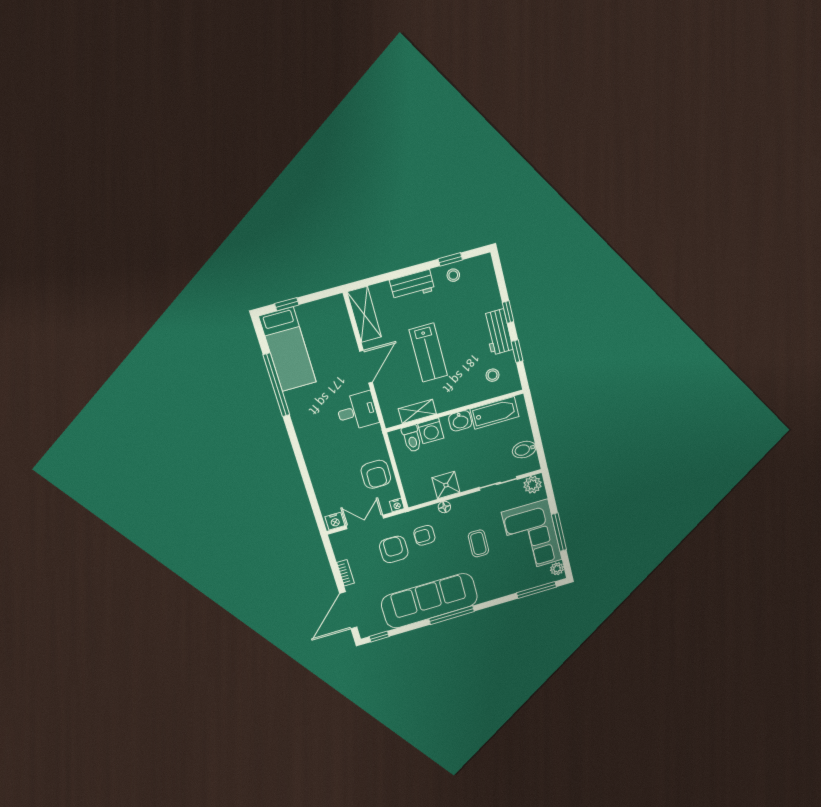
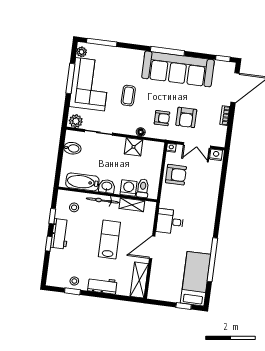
bicycle: (459, 400) -> (102, 200), added
armchair: (376, 474) -> (176, 175), turned 90

